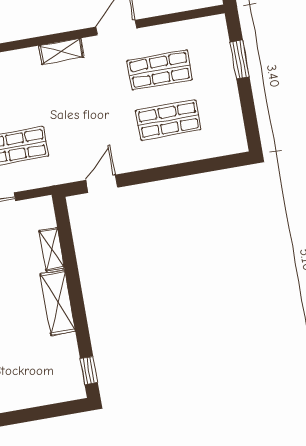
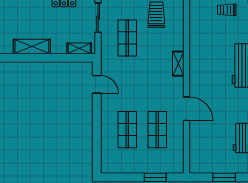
shelving: (61, 51) -> (178, 64), moved
shelving: (52, 249) -> (79, 48), moved

